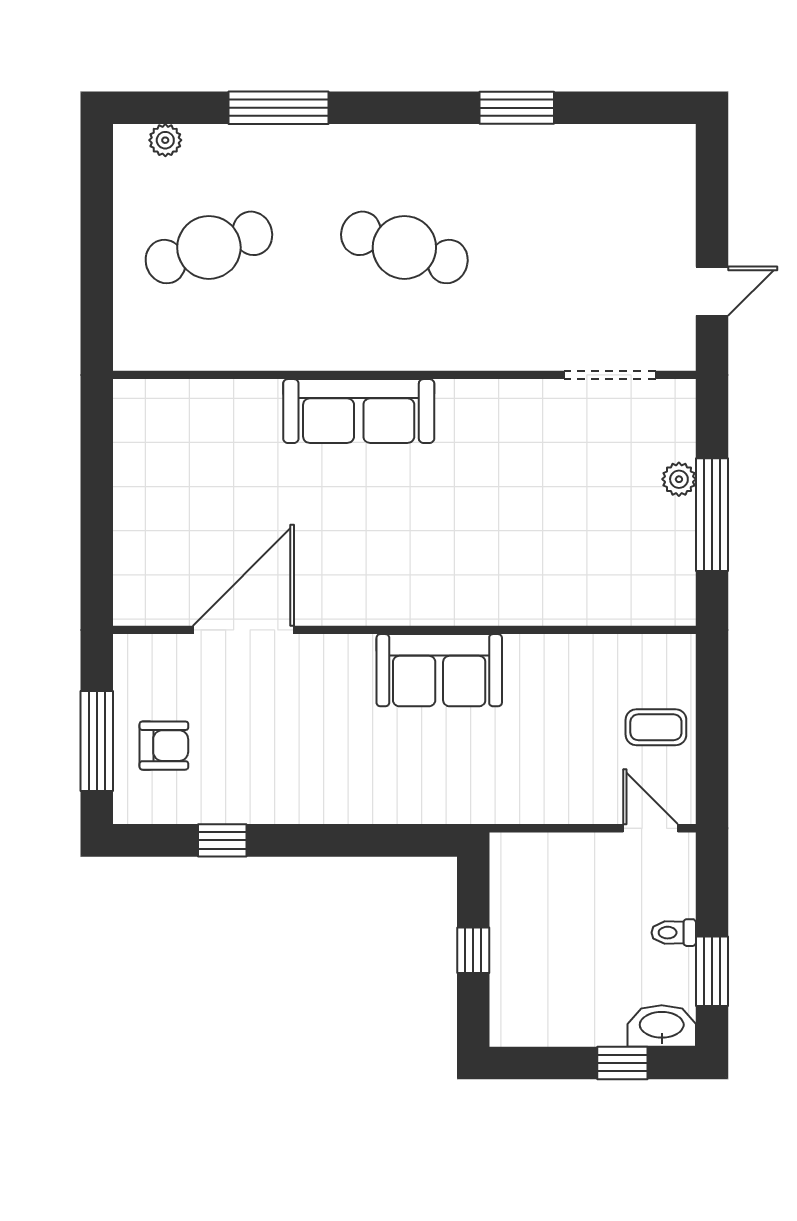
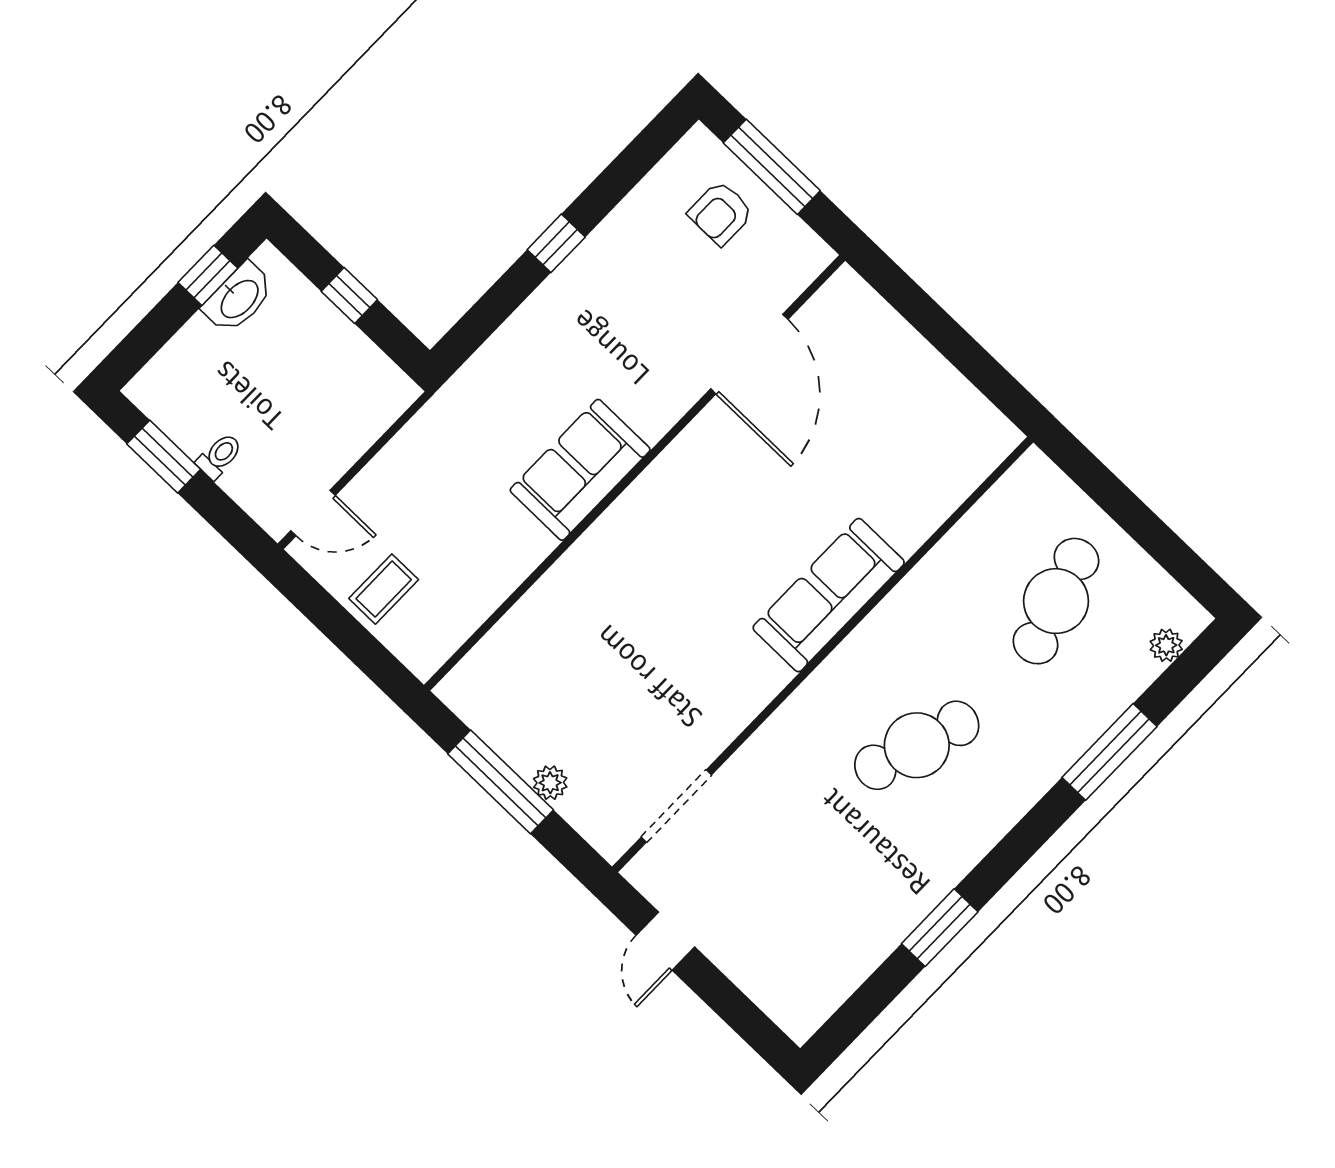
window: (222, 840) -> (556, 243), moved
washbasin: (662, 1026) -> (239, 298), moved
window: (622, 1063) -> (208, 275), moved

